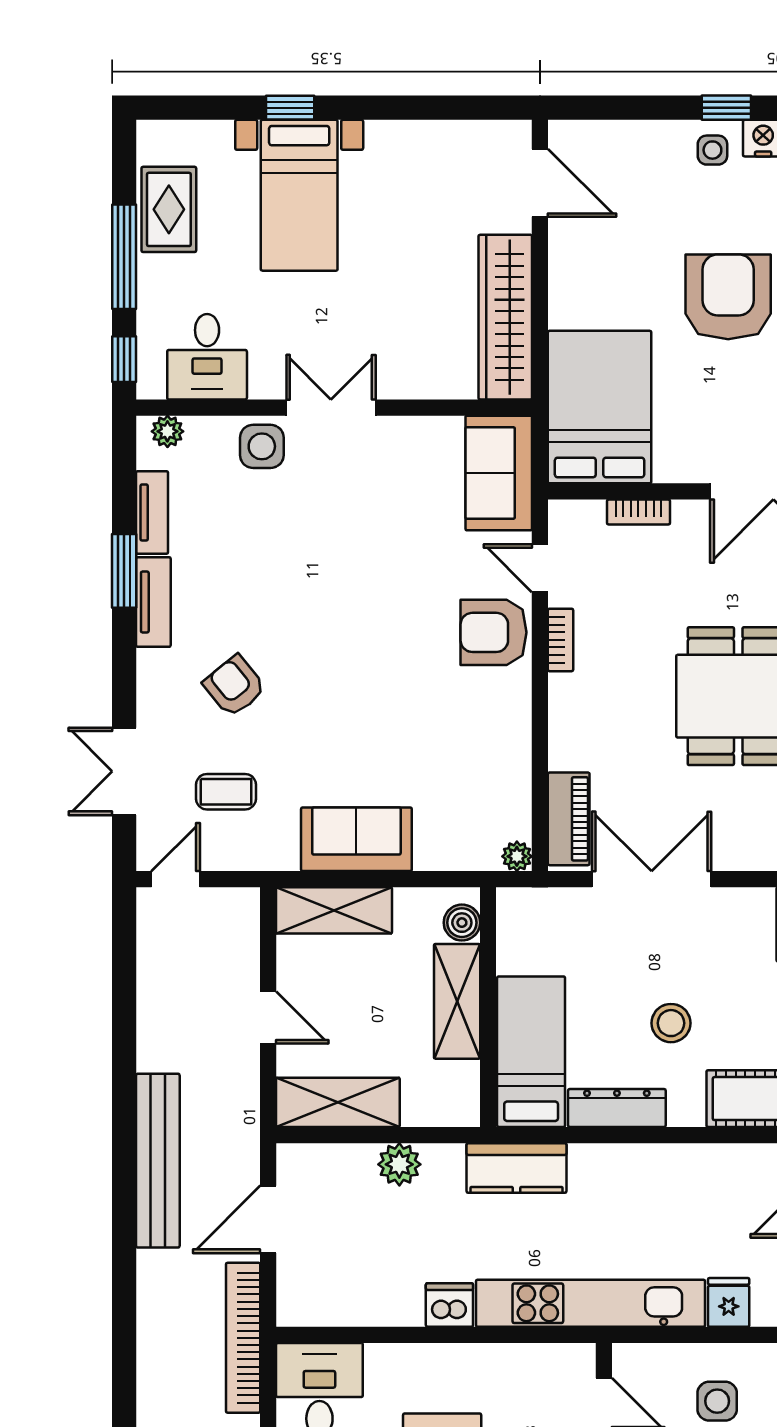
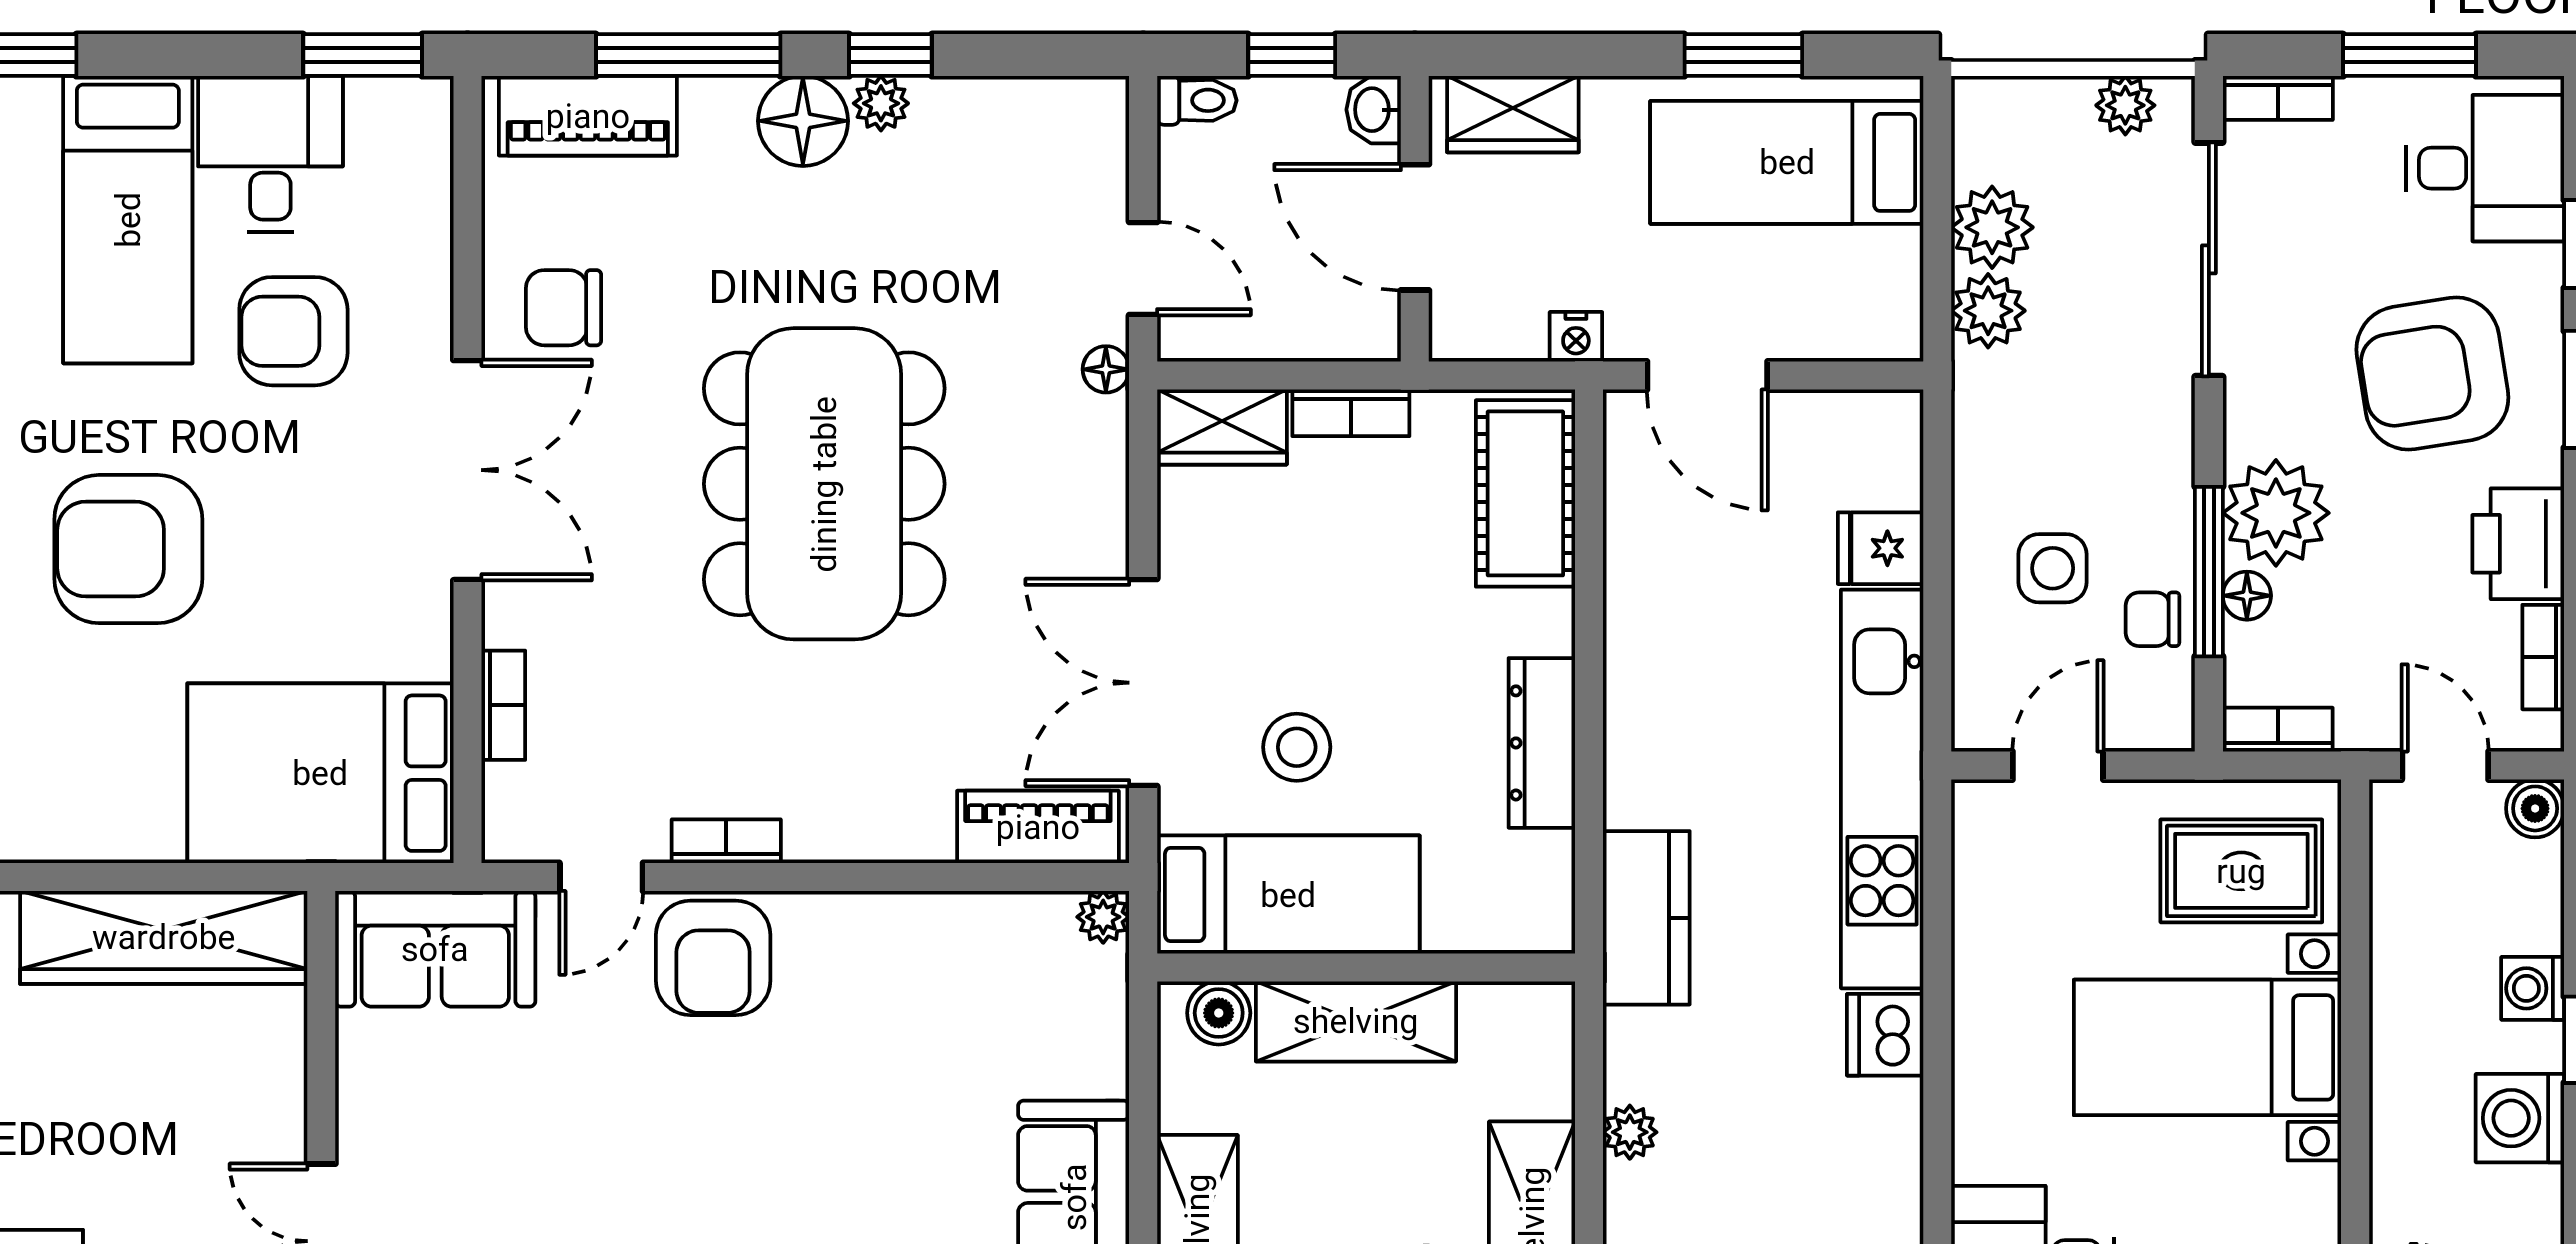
stool: (671, 1023) -> (1297, 747), moved
bed: (531, 1052) -> (1288, 895), moved, turned 180
plant: (399, 1164) -> (1630, 1132), width x0.73, depth x0.73

